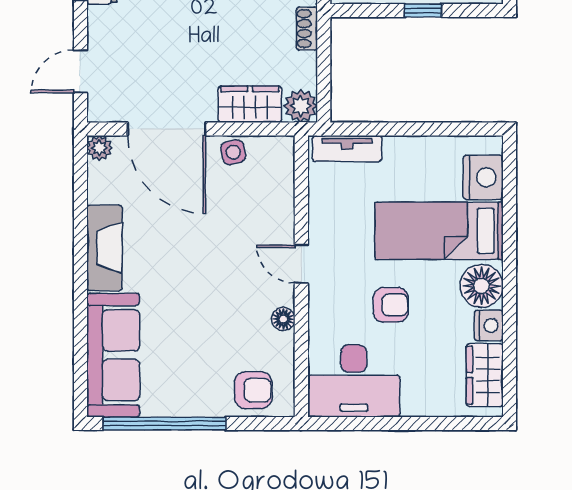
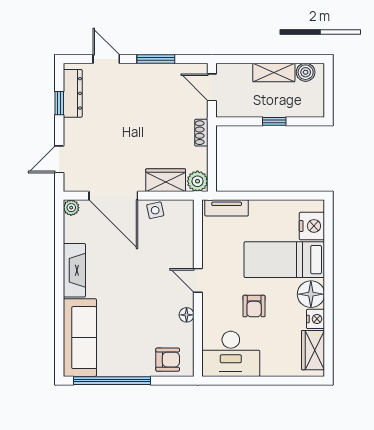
armchair: (391, 305) -> (254, 306), turned 90

